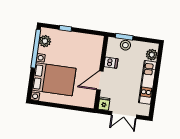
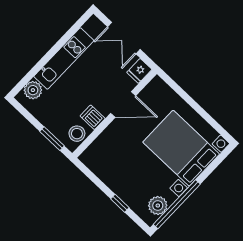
stool: (125, 45) -> (77, 134), moved
double door: (124, 115) -> (124, 38), swing flipped

